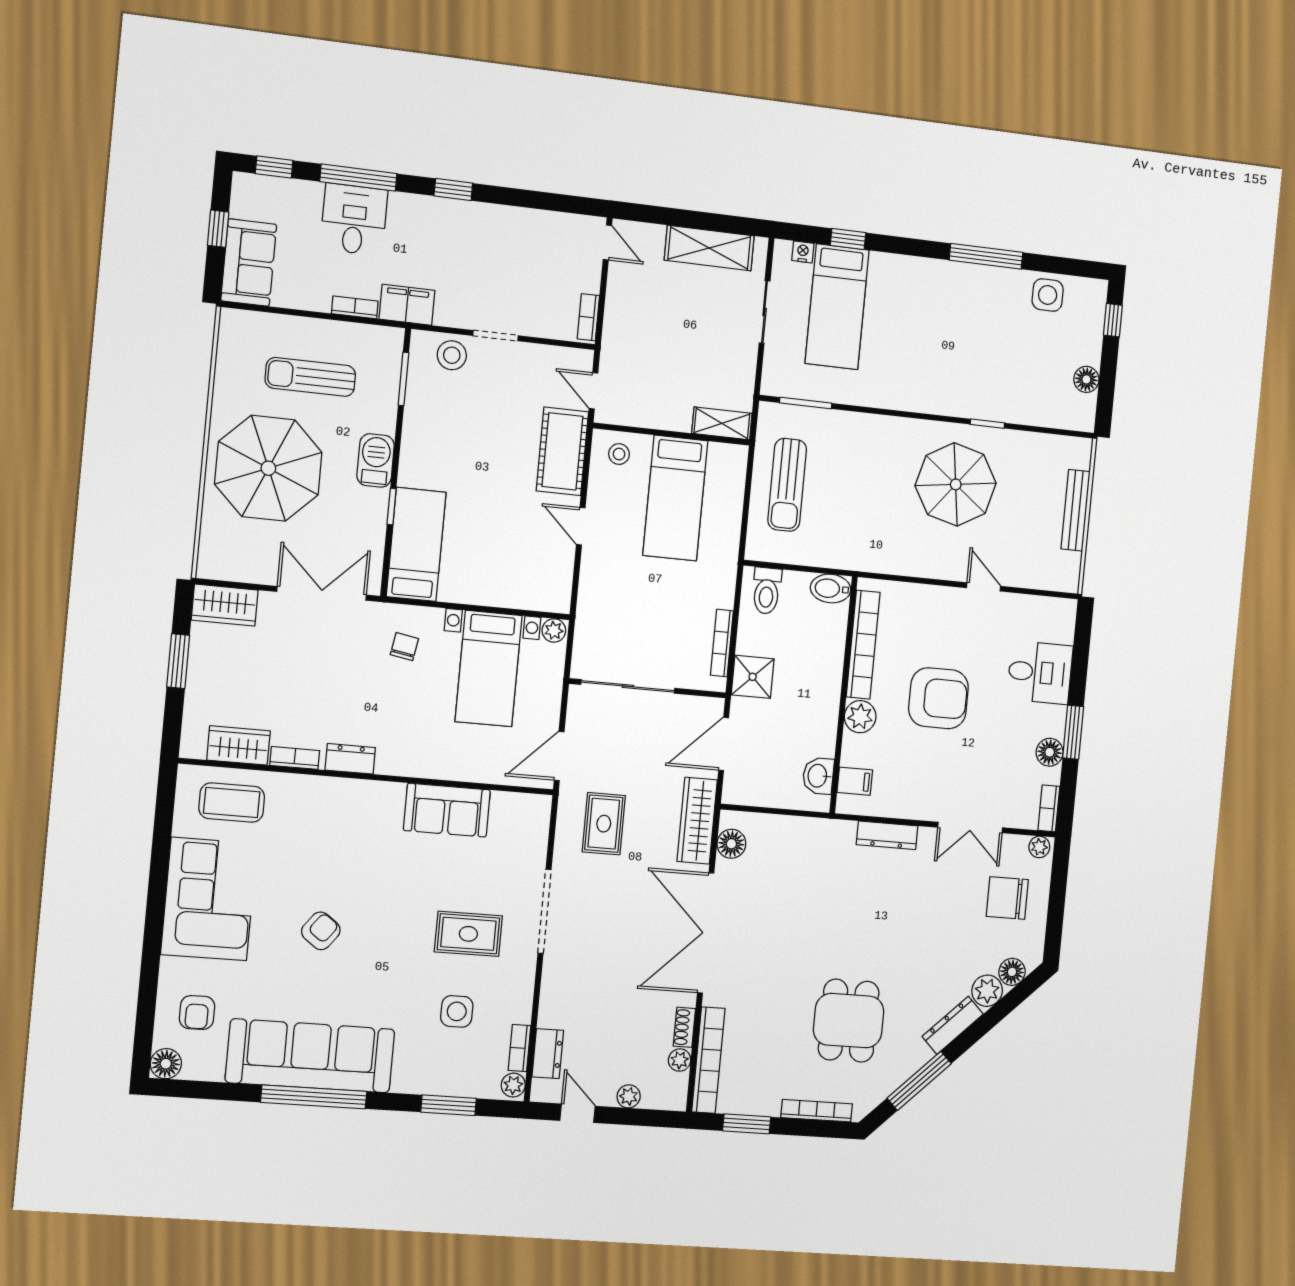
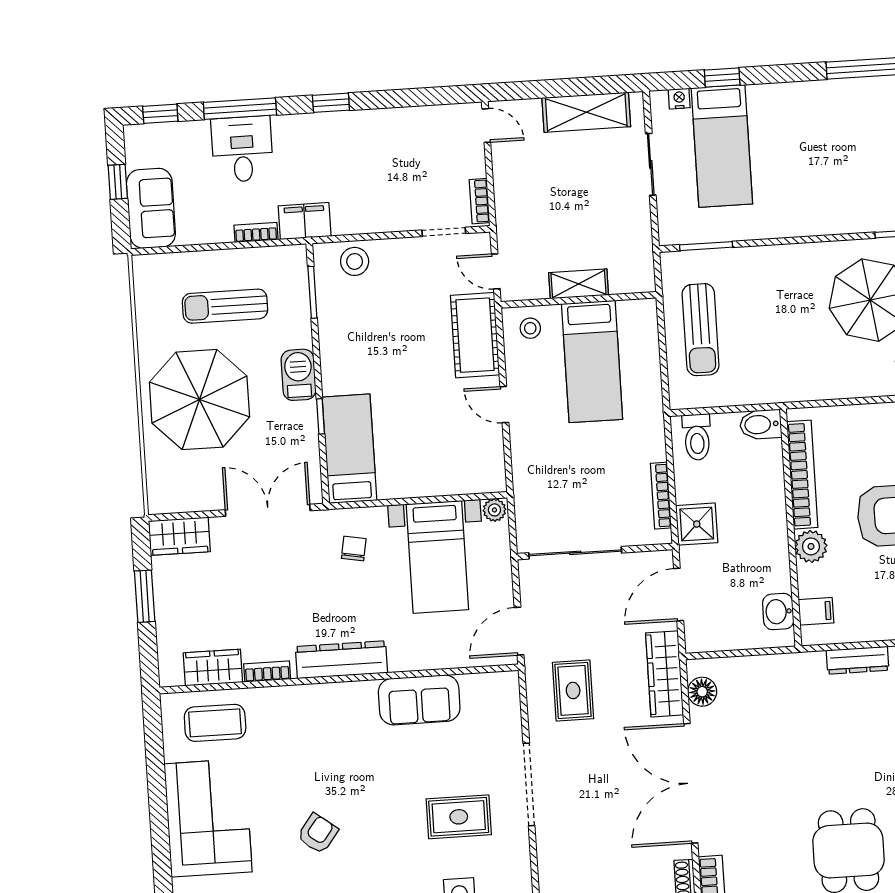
doorway: (496, 336) -> (444, 232), moved
shelving: (722, 423) -> (579, 284), moved
dresser: (350, 759) -> (341, 660), width x1.96, depth x1.24

